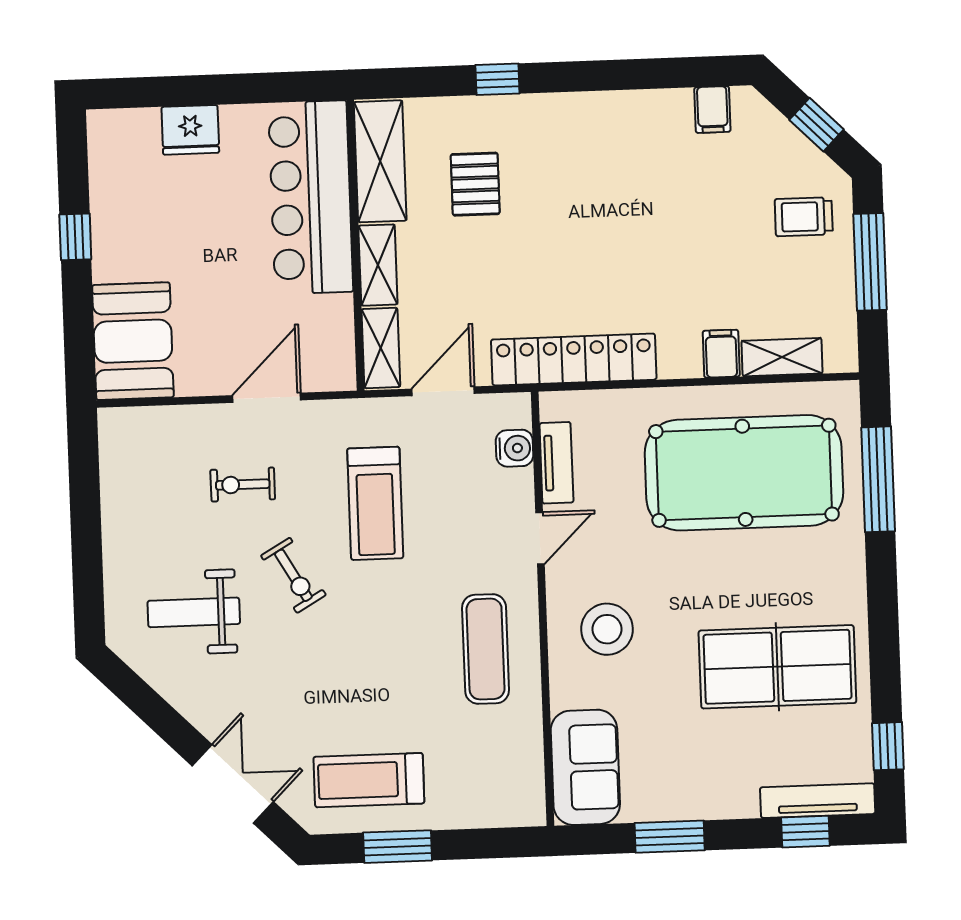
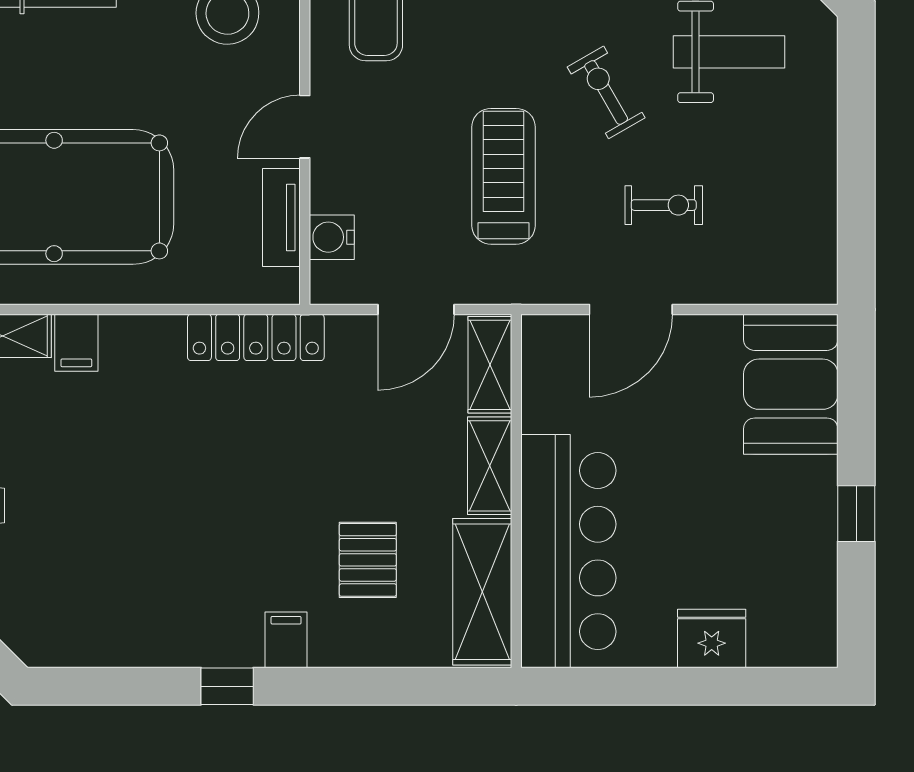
window: (497, 79) -> (227, 686), moved
filing cabinet: (712, 110) -> (286, 640), moved
locker: (574, 360) -> (256, 337), width x0.71, depth x0.83

